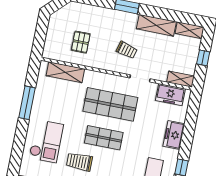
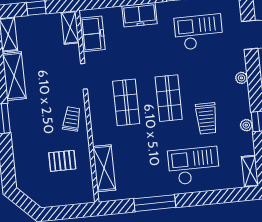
trolley: (127, 50) -> (72, 119), moved
shop shelf: (110, 104) -> (126, 102), width x0.70, depth x0.74

